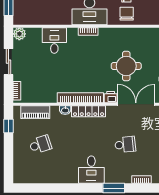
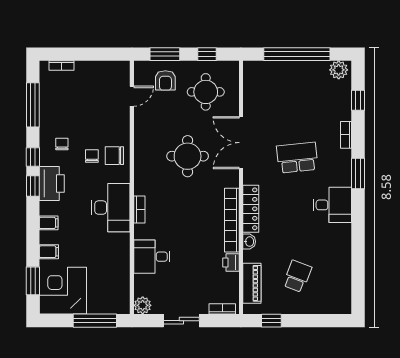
printer: (111, 97) -> (231, 262), moved
school desk: (40, 145) -> (297, 276), turned 39
school desk: (125, 145) -> (297, 158), width x1.85

